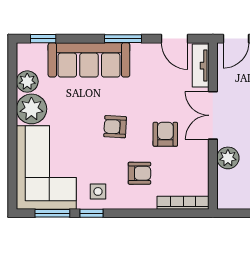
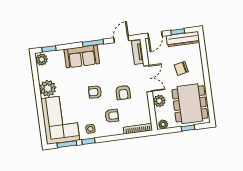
door: (175, 39) -> (121, 39), swing flipped
sofa: (89, 60) -> (82, 56), width x0.73
plant: (27, 82) -> (42, 60), moved
double door: (213, 115) -> (148, 79), swing flipped
armchair: (165, 134) -> (123, 92), turned 180
plant: (229, 201) -> (163, 124), added

